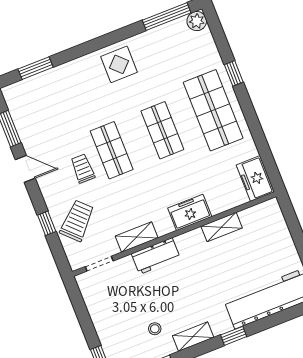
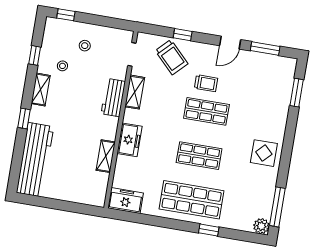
stool: (120, 318) -> (85, 46), added

